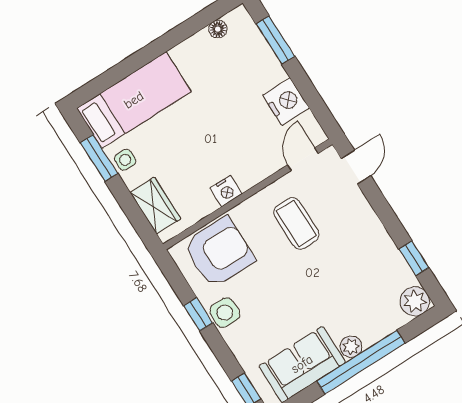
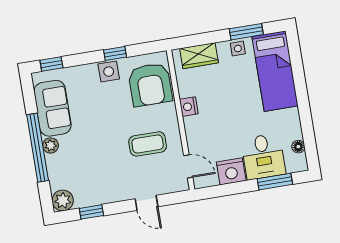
desk: (250, 68) -> (263, 157), added
door: (356, 167) -> (146, 203), moved

